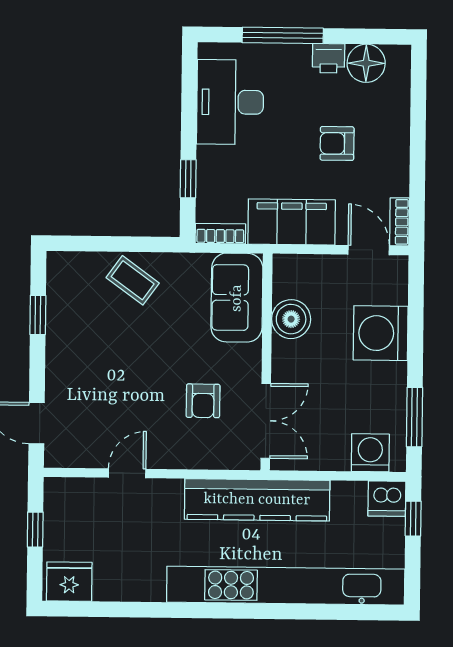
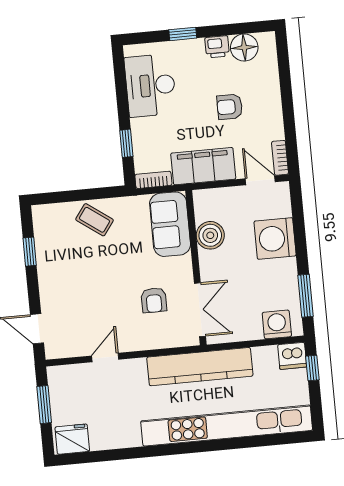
window: (283, 35) -> (183, 34), width x0.46
window: (35, 530) -> (44, 405), width x1.50

